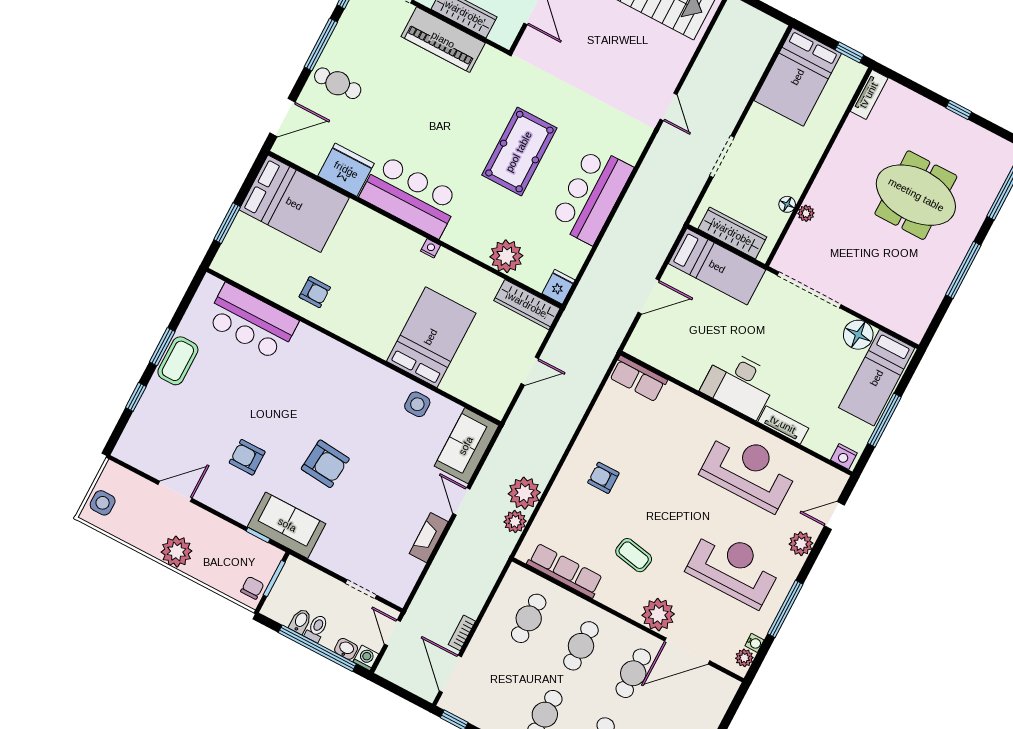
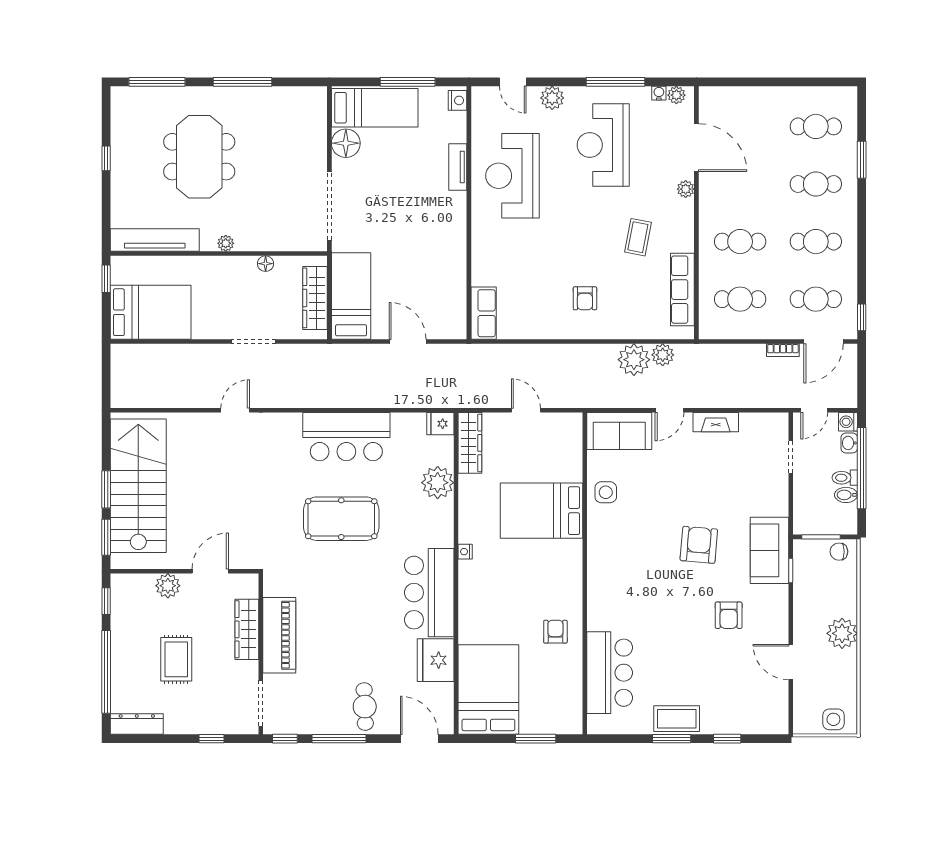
tv unit: (869, 95) -> (155, 240), width x1.92, depth x1.29
plant: (806, 213) -> (226, 243), moved
desk: (739, 384) -> (442, 224), removed
plant: (658, 615) -> (686, 189), width x0.53, depth x0.53
cafe table: (633, 673) -> (816, 299), moved

